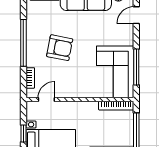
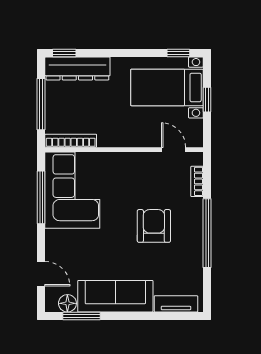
door: (136, 15) -> (41, 274), hinge flipped
armchair: (60, 48) -> (154, 226), turned 79
door: (46, 100) -> (174, 150), swing flipped

